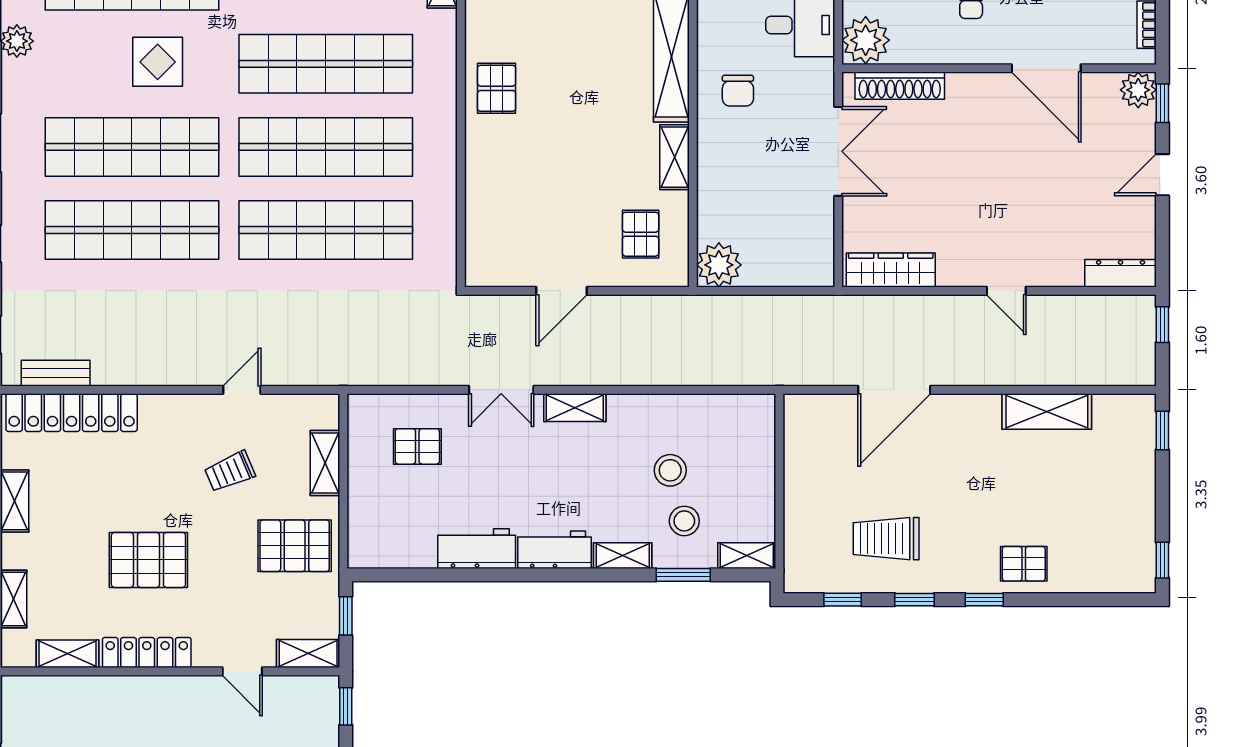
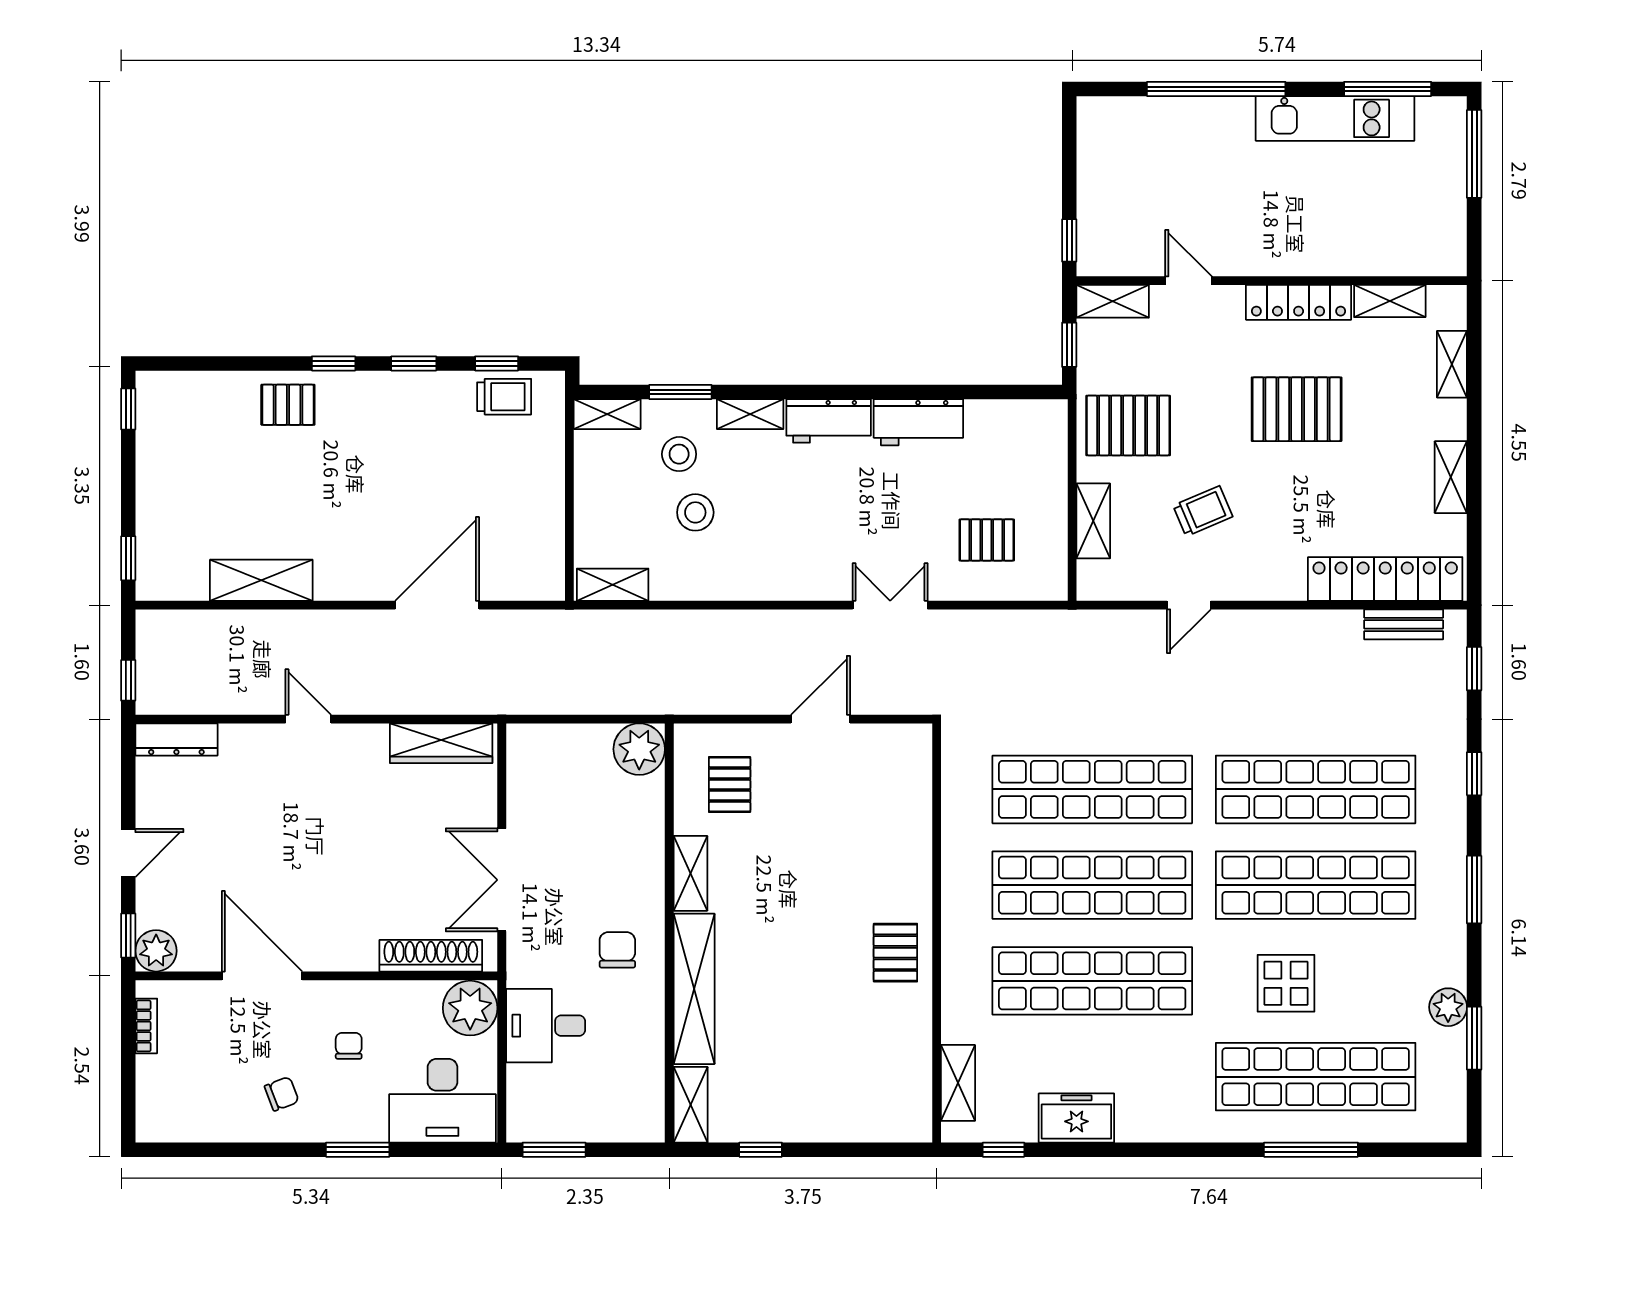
shelving: (575, 408) -> (613, 585), moved
trolley: (886, 539) -> (504, 397), moved, width x0.73, depth x0.72

